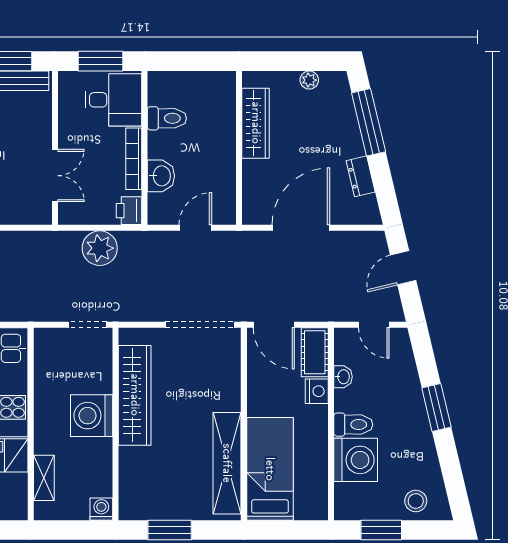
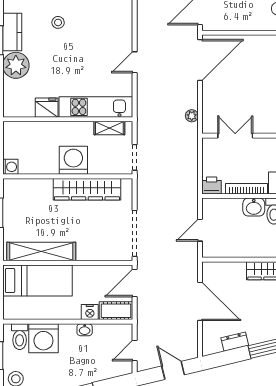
double door: (55, 176) -> (235, 136), swing flipped
washbasin: (161, 176) -> (254, 207), moved
door: (195, 228) -> (200, 230), swing flipped
plant: (100, 248) -> (192, 116), moved, width x0.53, depth x0.53
washbasin: (343, 377) -> (85, 330), moved
toilet: (353, 425) -> (20, 337), moved
shelving: (44, 478) -> (109, 128), moved

